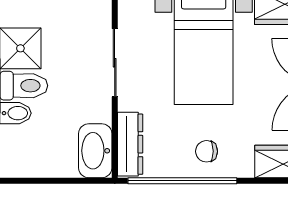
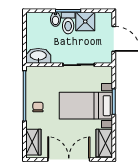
dresser: (130, 144) -> (41, 72), removed

